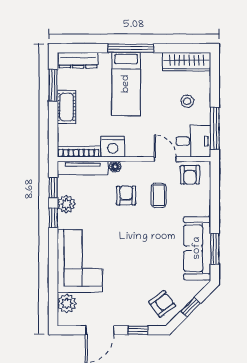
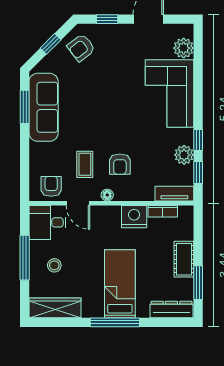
window: (215, 128) -> (25, 258), moved
bookcase: (79, 152) -> (163, 211), width x0.64
floor lamp: (115, 167) -> (107, 195), moved
tv unit: (83, 168) -> (174, 194), width x0.71

